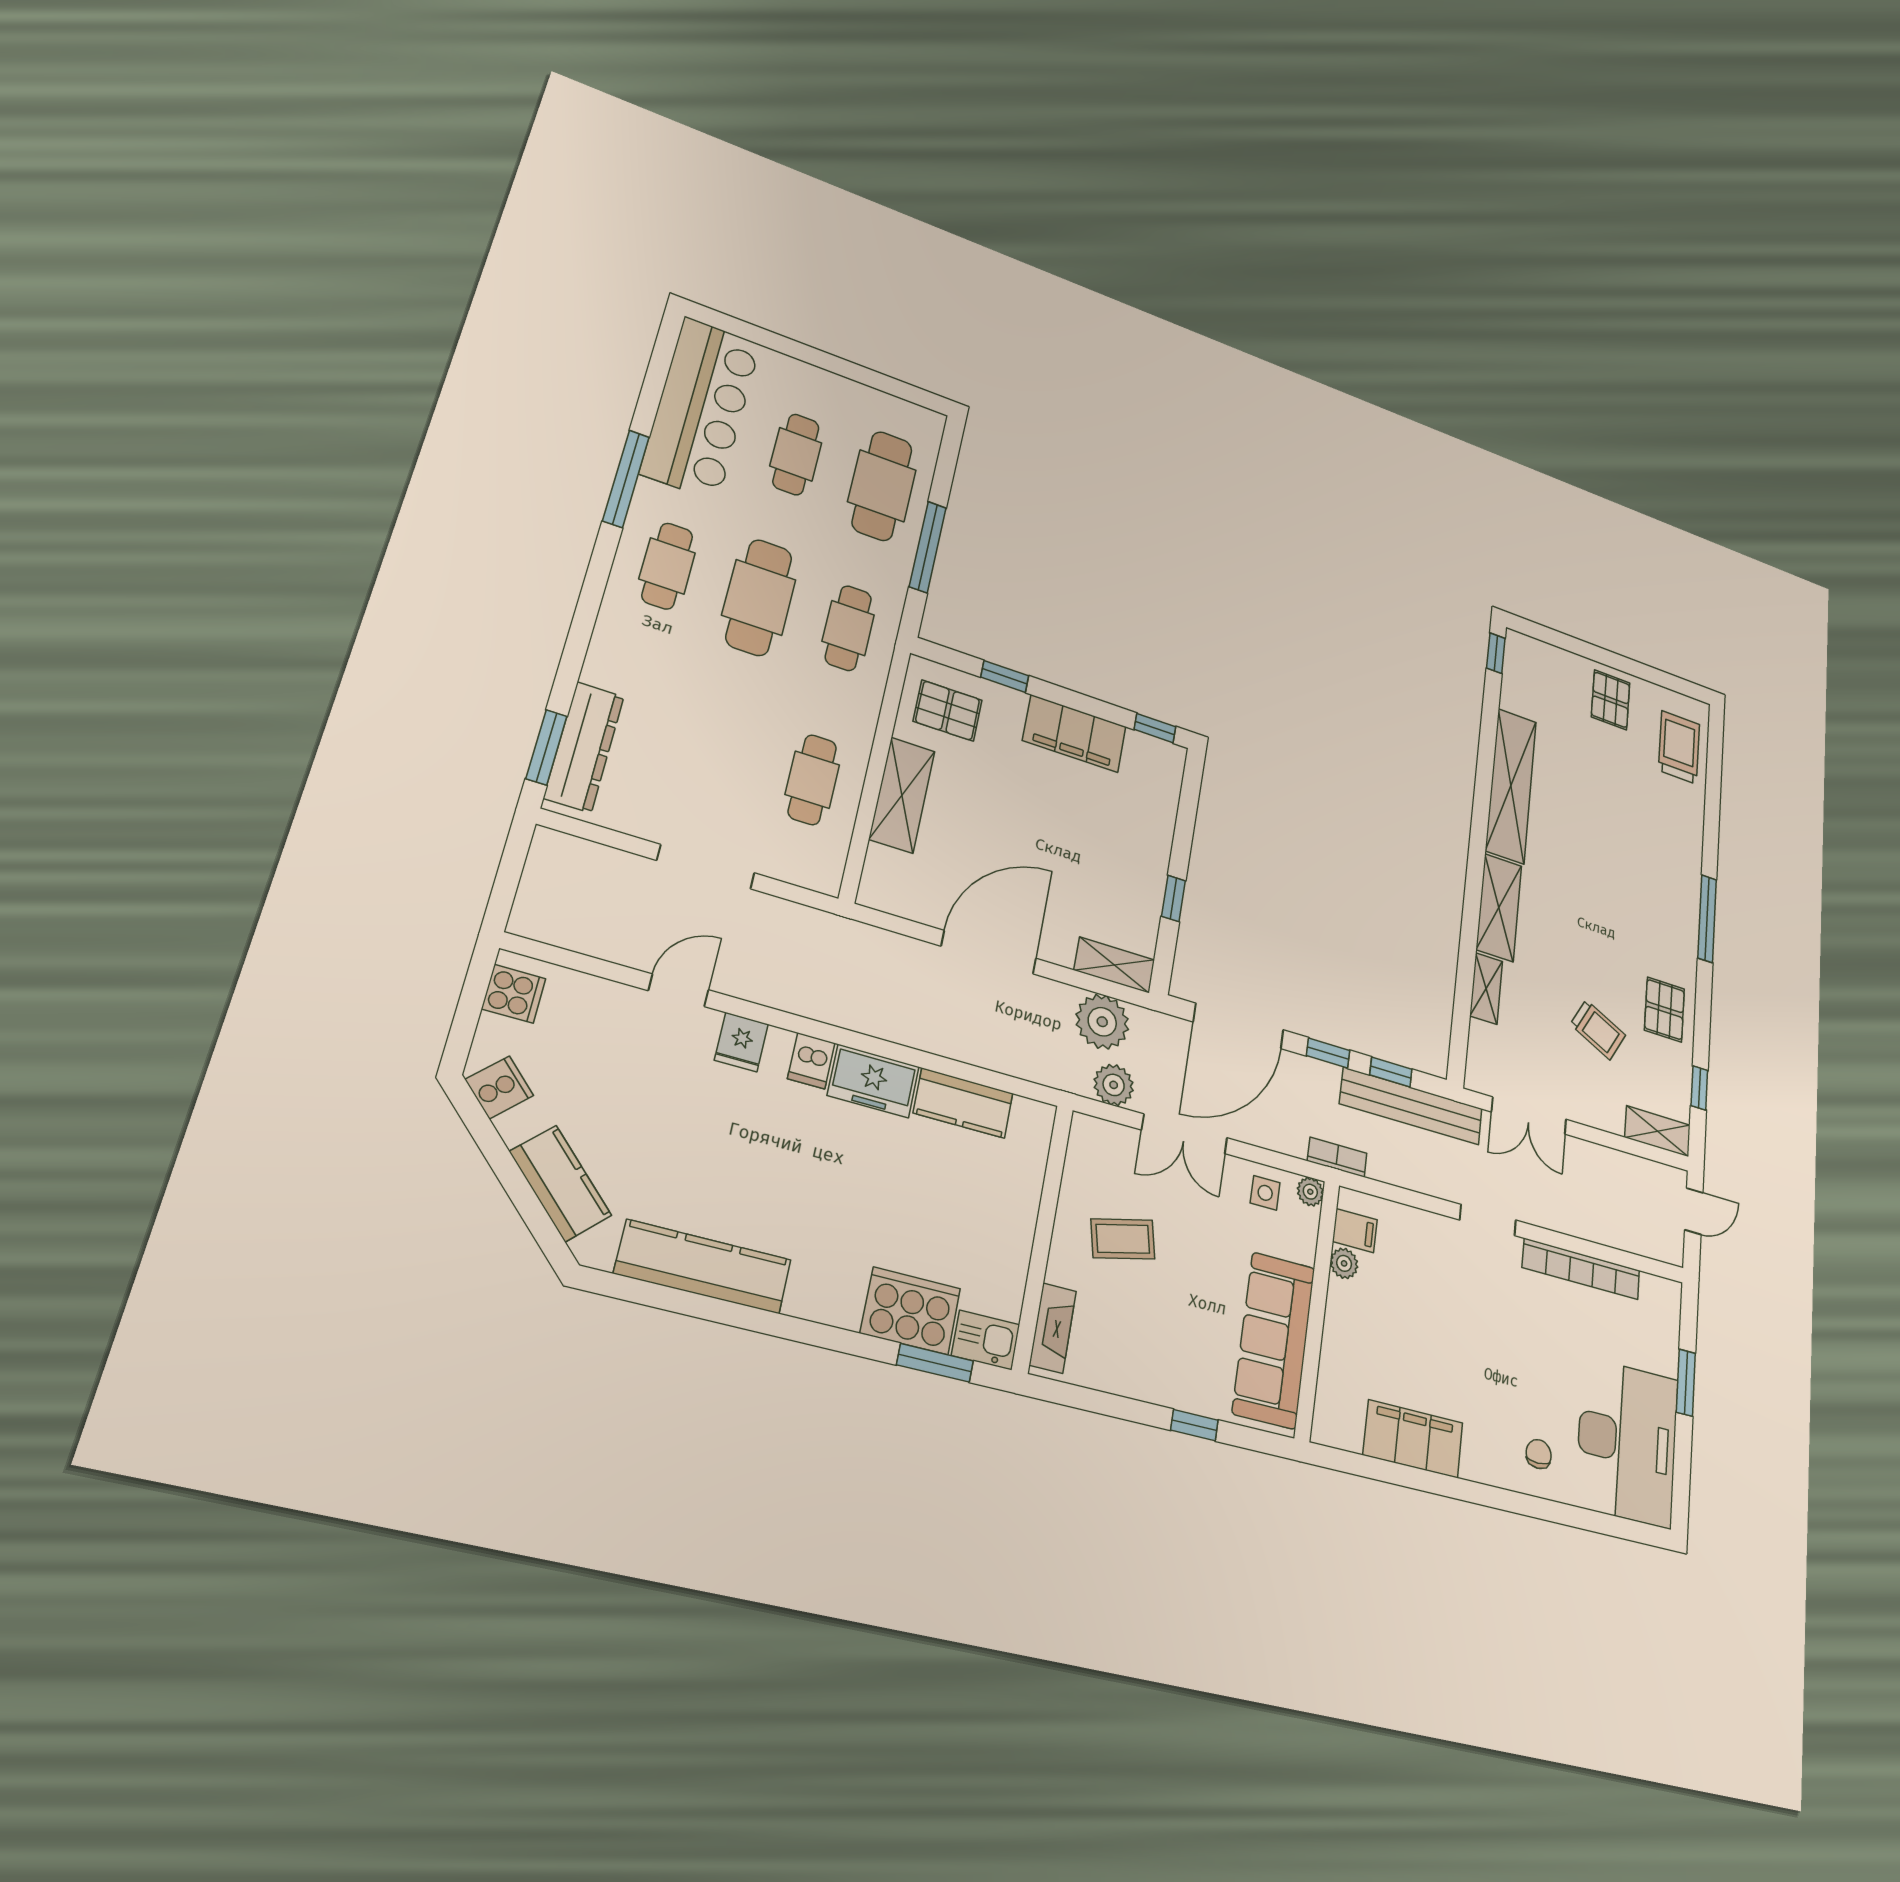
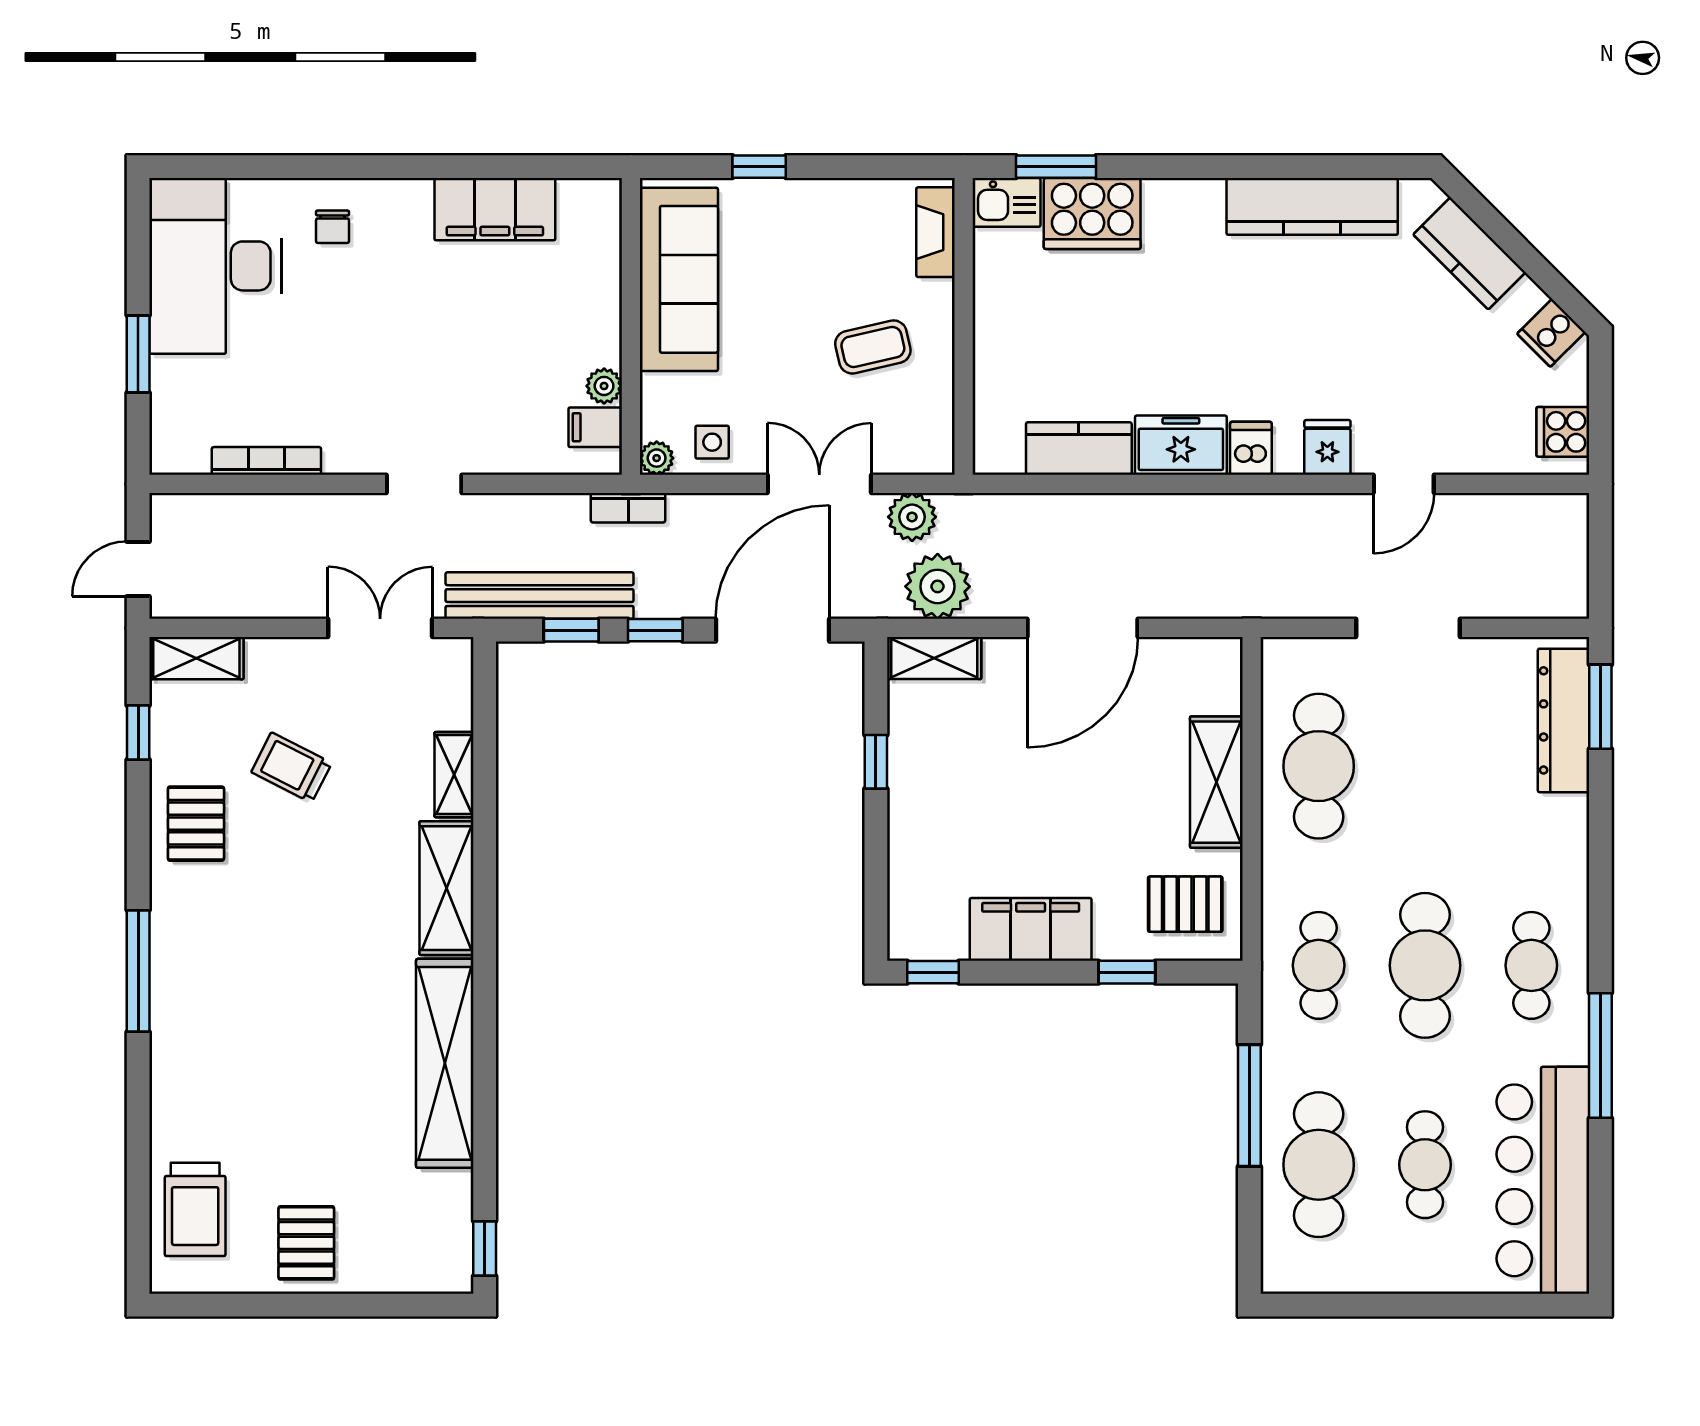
cafe table: (812, 780) -> (1319, 766), width x1.37, depth x1.35
bookcase: (1581, 1269) -> (266, 461), width x0.68, depth x0.76

